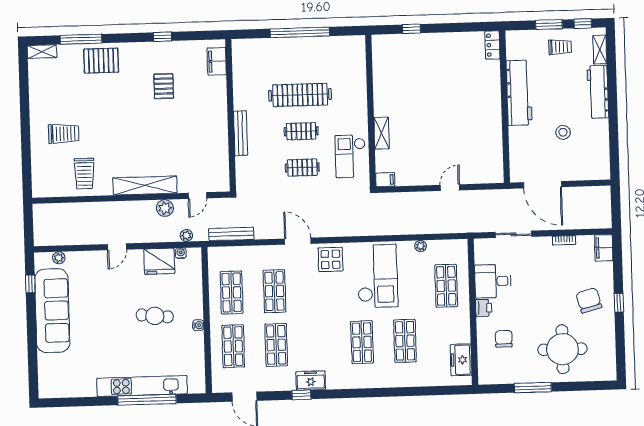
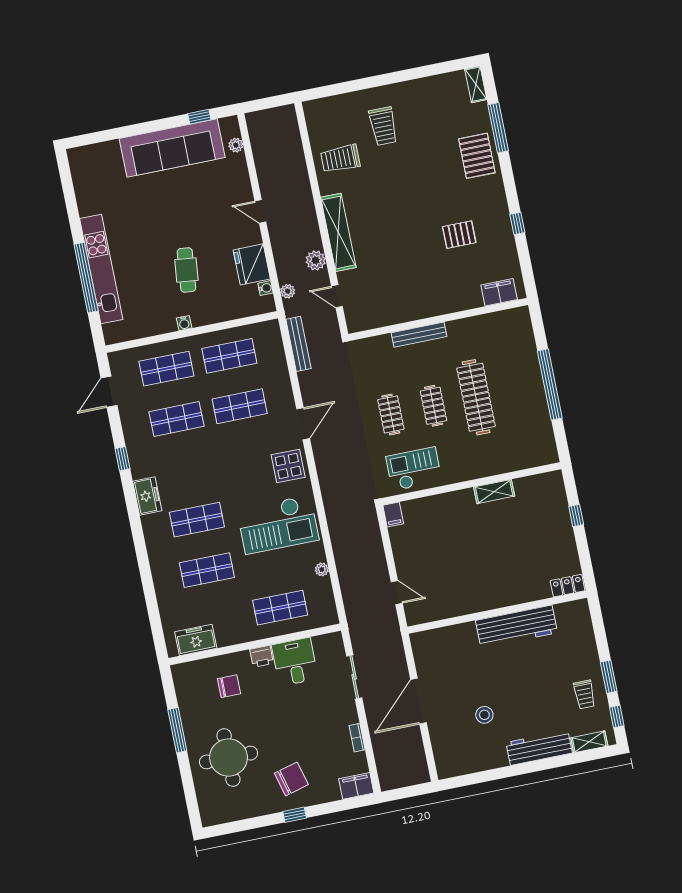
locker: (492, 45) -> (568, 586), moved
workbench: (519, 93) -> (516, 627), moved
wall: (505, 107) -> (497, 612), moved
shelving: (382, 133) -> (494, 492), moved
freezer: (311, 381) -> (147, 496), moved

